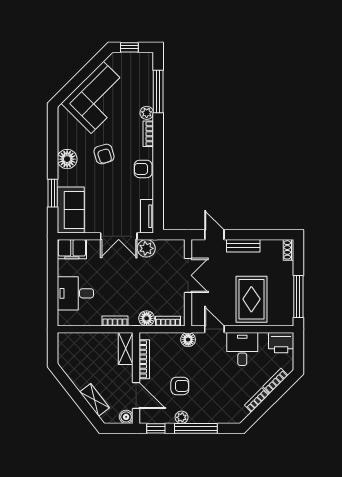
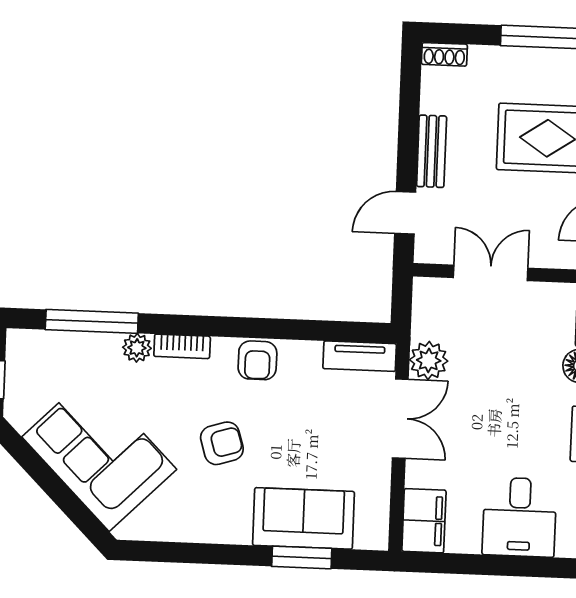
floor lamp: (67, 159) -> (229, 523), removed
sofa: (71, 210) -> (303, 518), moved

